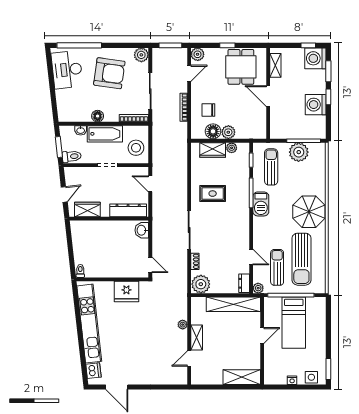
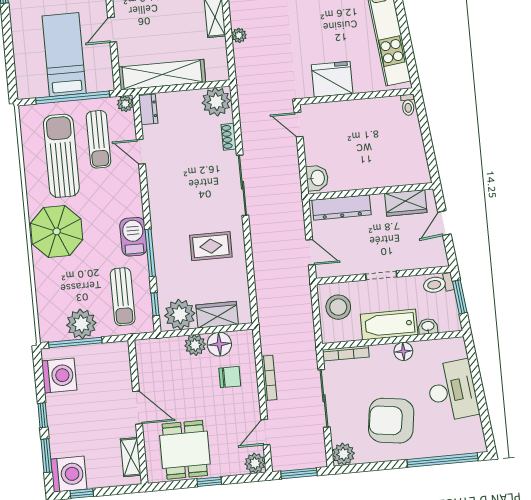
desk: (67, 70) -> (452, 391), moved
washing machine: (316, 105) -> (59, 375), moved
plant: (232, 148) -> (180, 314), width x1.88, depth x1.88

